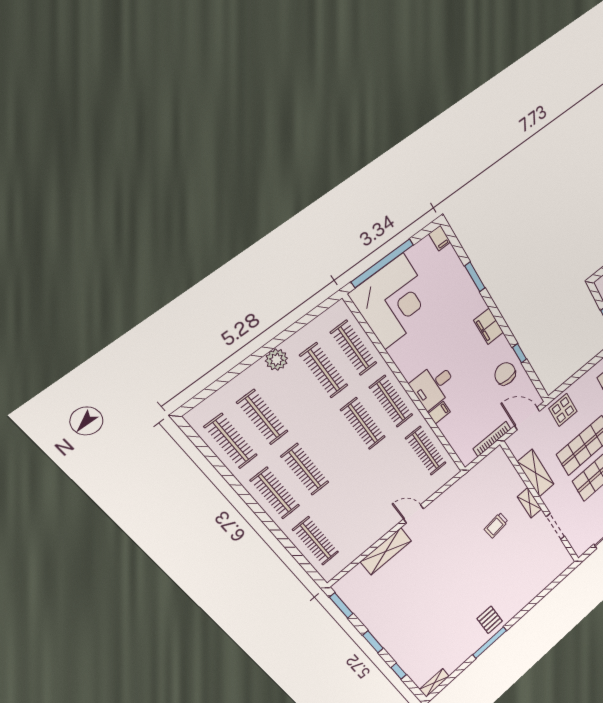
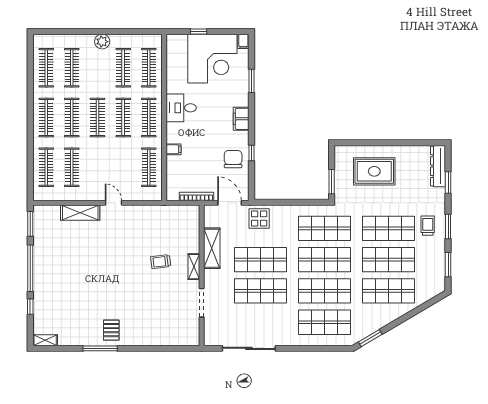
window: (382, 263) -> (199, 31), width x0.32
corner desk: (394, 302) -> (212, 59), moved
desk: (434, 386) -> (181, 108), moved
clothes rail: (334, 446) -> (97, 117), added
clothes rail: (344, 518) -> (72, 167), added
window: (373, 642) -> (30, 268), width x2.11

